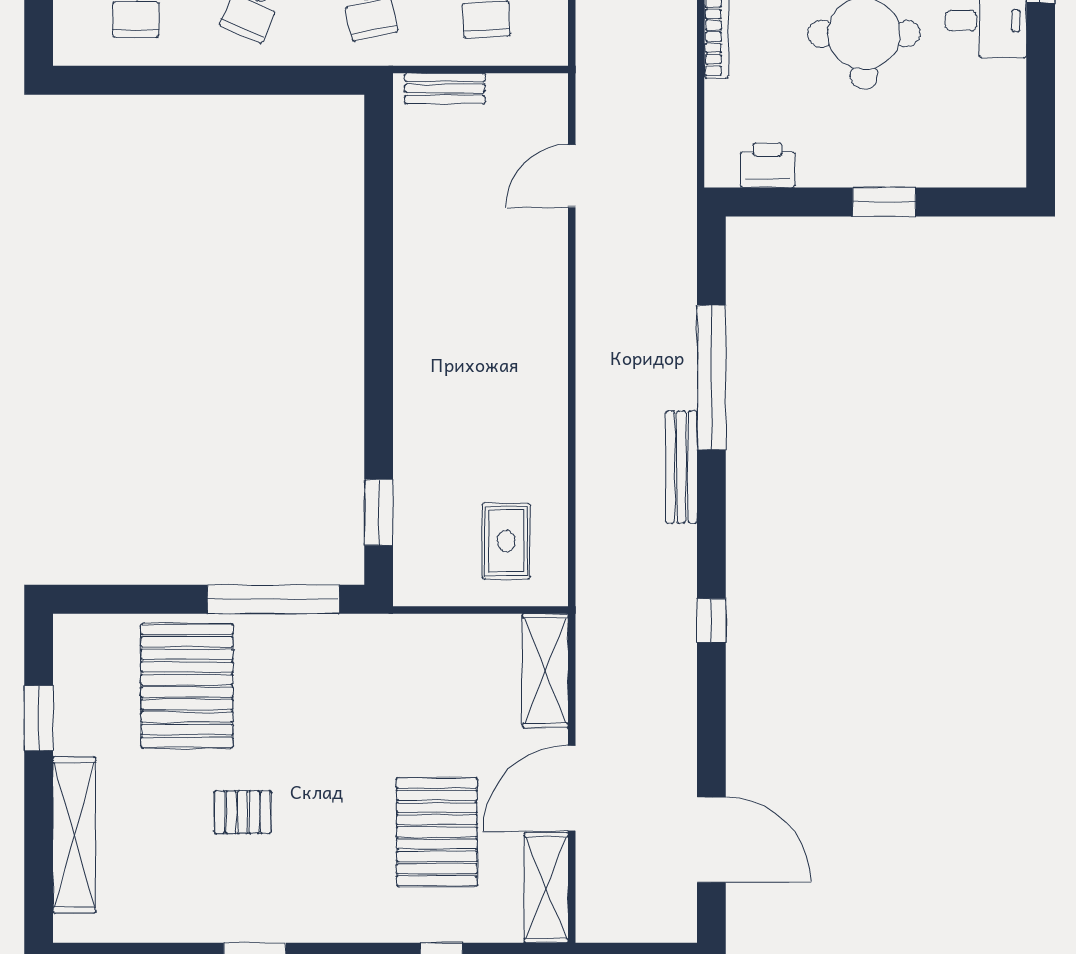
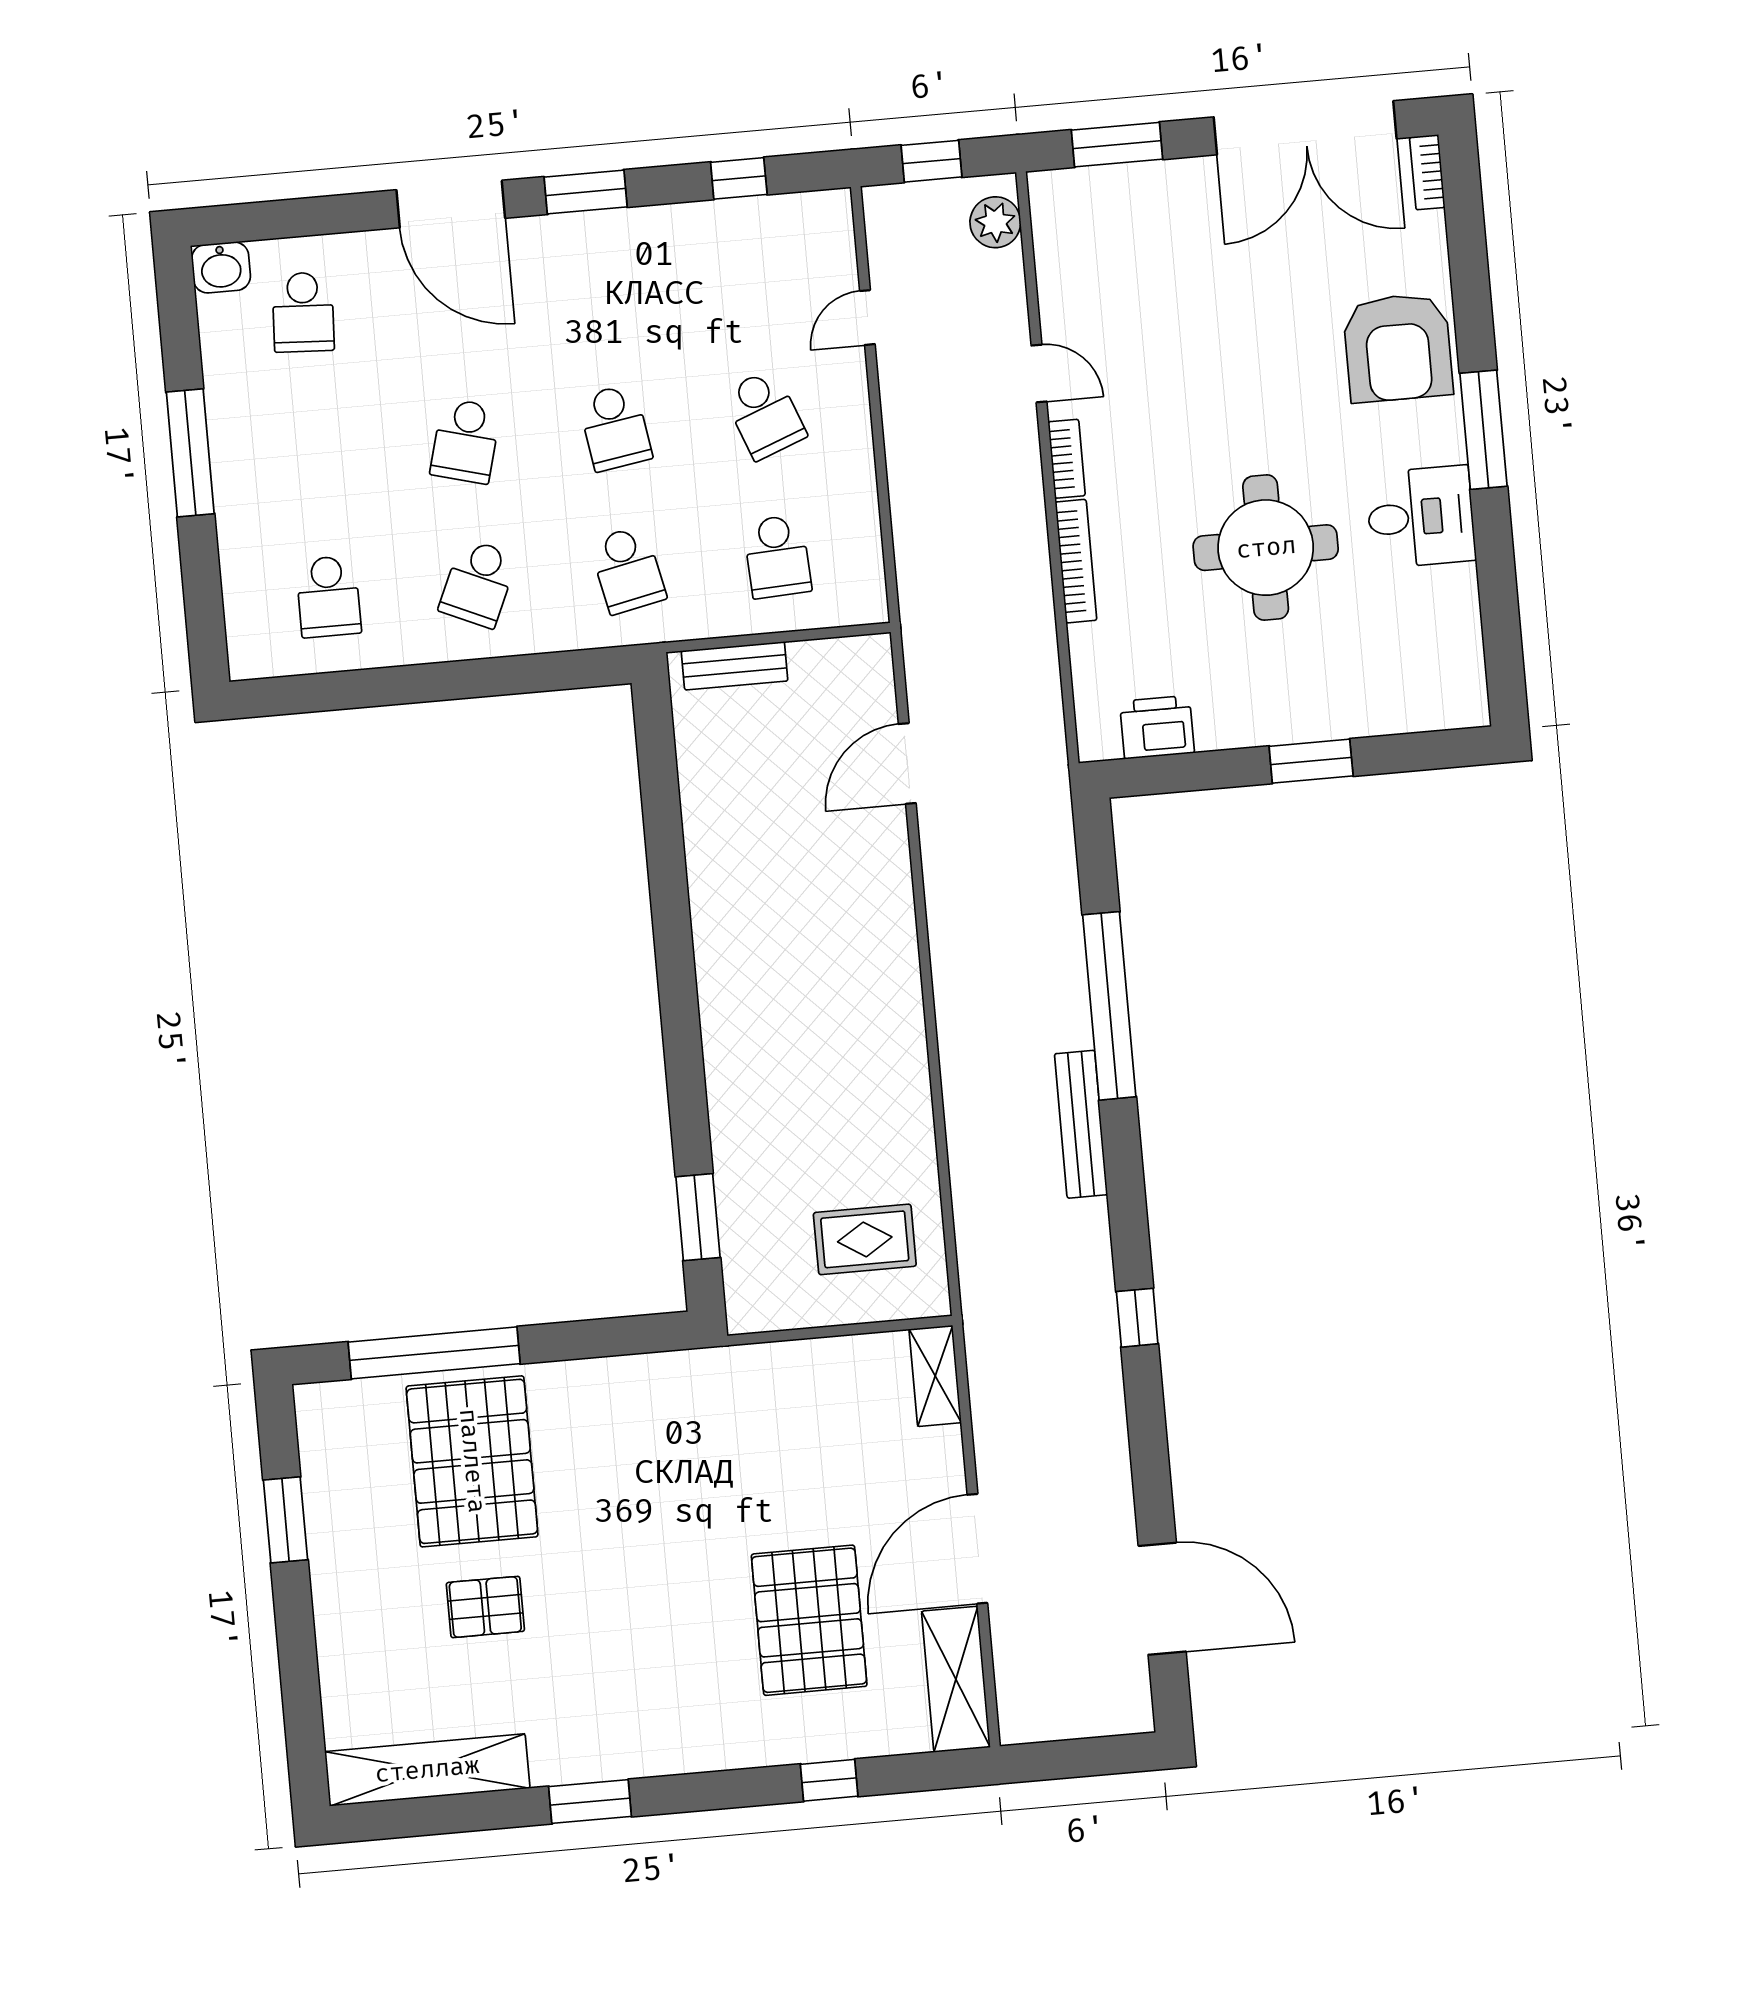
rug: (506, 541) -> (865, 1239), turned 90
window: (273, 599) -> (434, 1353), moved
shelving: (545, 671) -> (935, 1376), width x0.67, depth x0.75
pallet: (243, 812) -> (485, 1607), moved
shelving: (74, 835) -> (427, 1770), moved, turned 90

